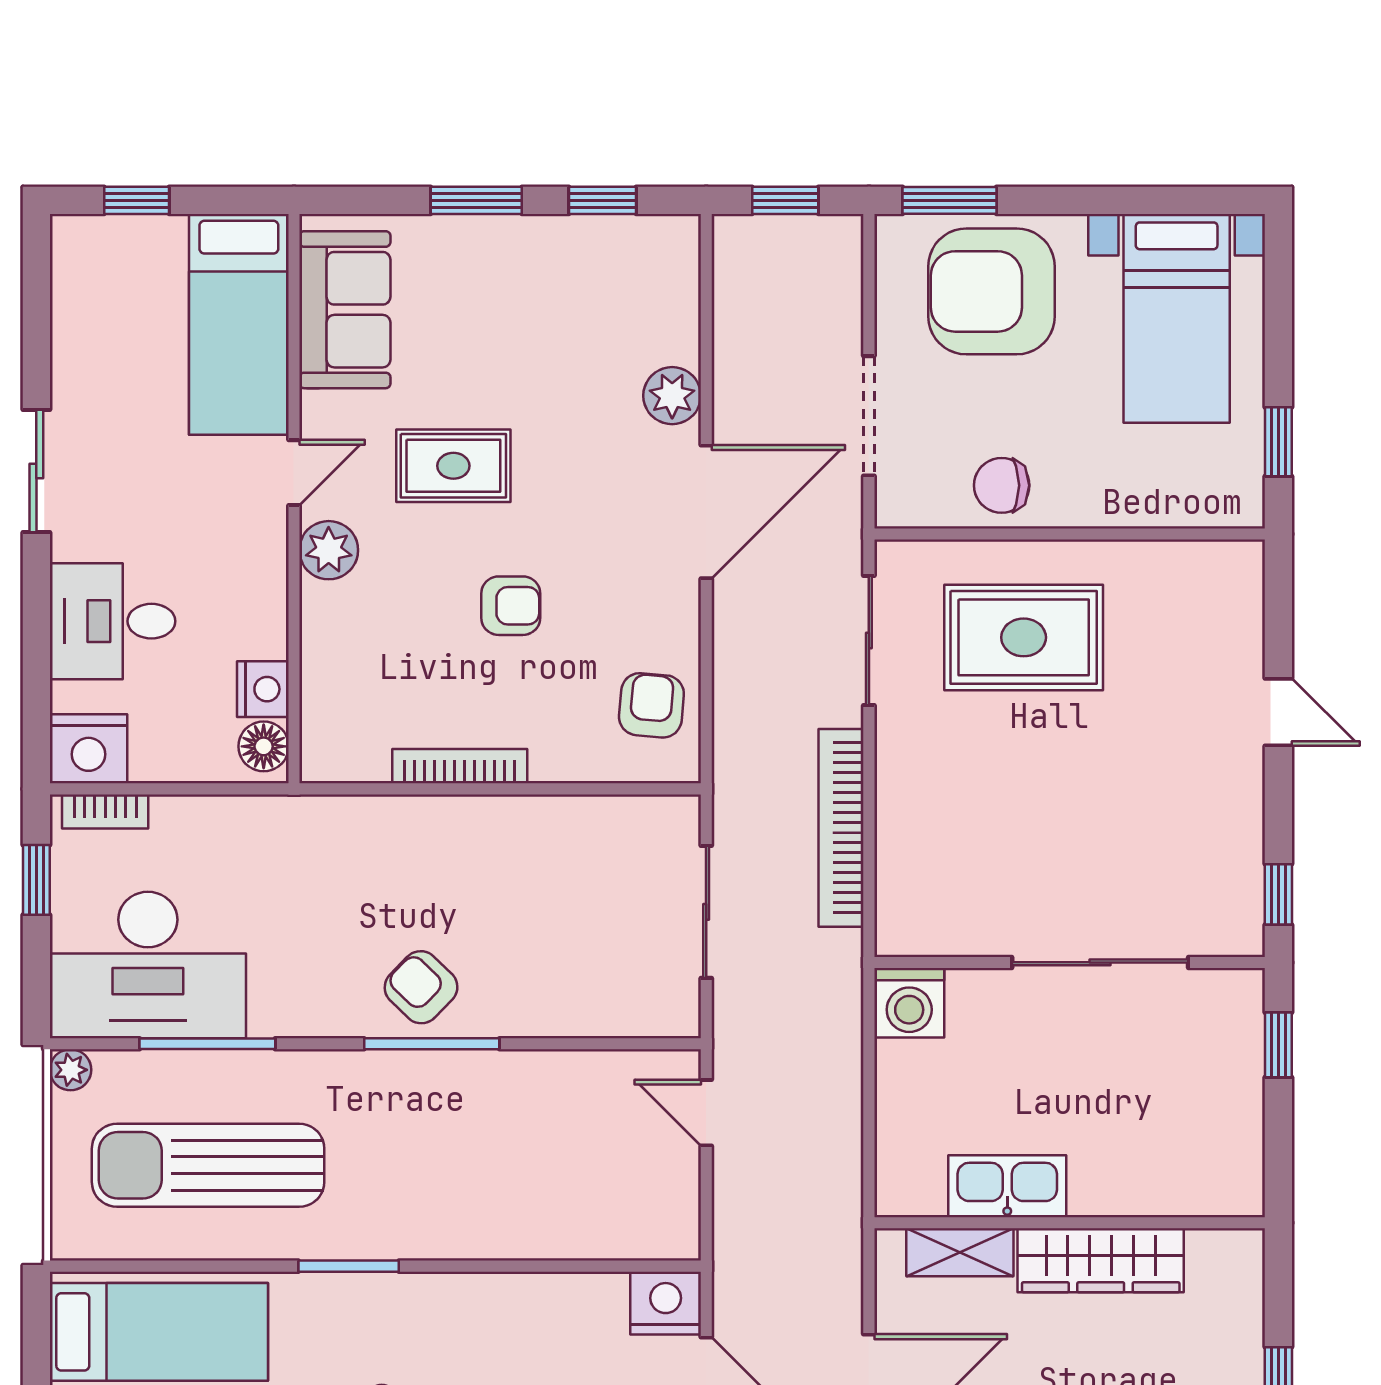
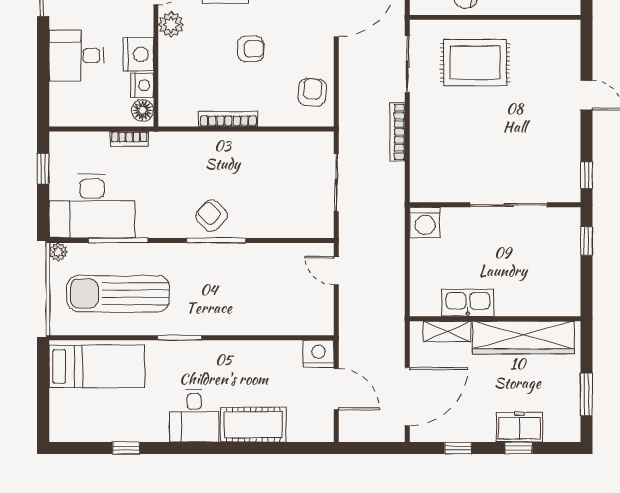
nightstand: (89, 749) -> (138, 54), moved, turned -90
bookcase: (105, 811) -> (129, 139), moved
bookcase: (841, 828) -> (398, 132), width x0.68, depth x0.76
wardrobe: (1101, 1260) -> (523, 338), width x1.40, depth x1.17

